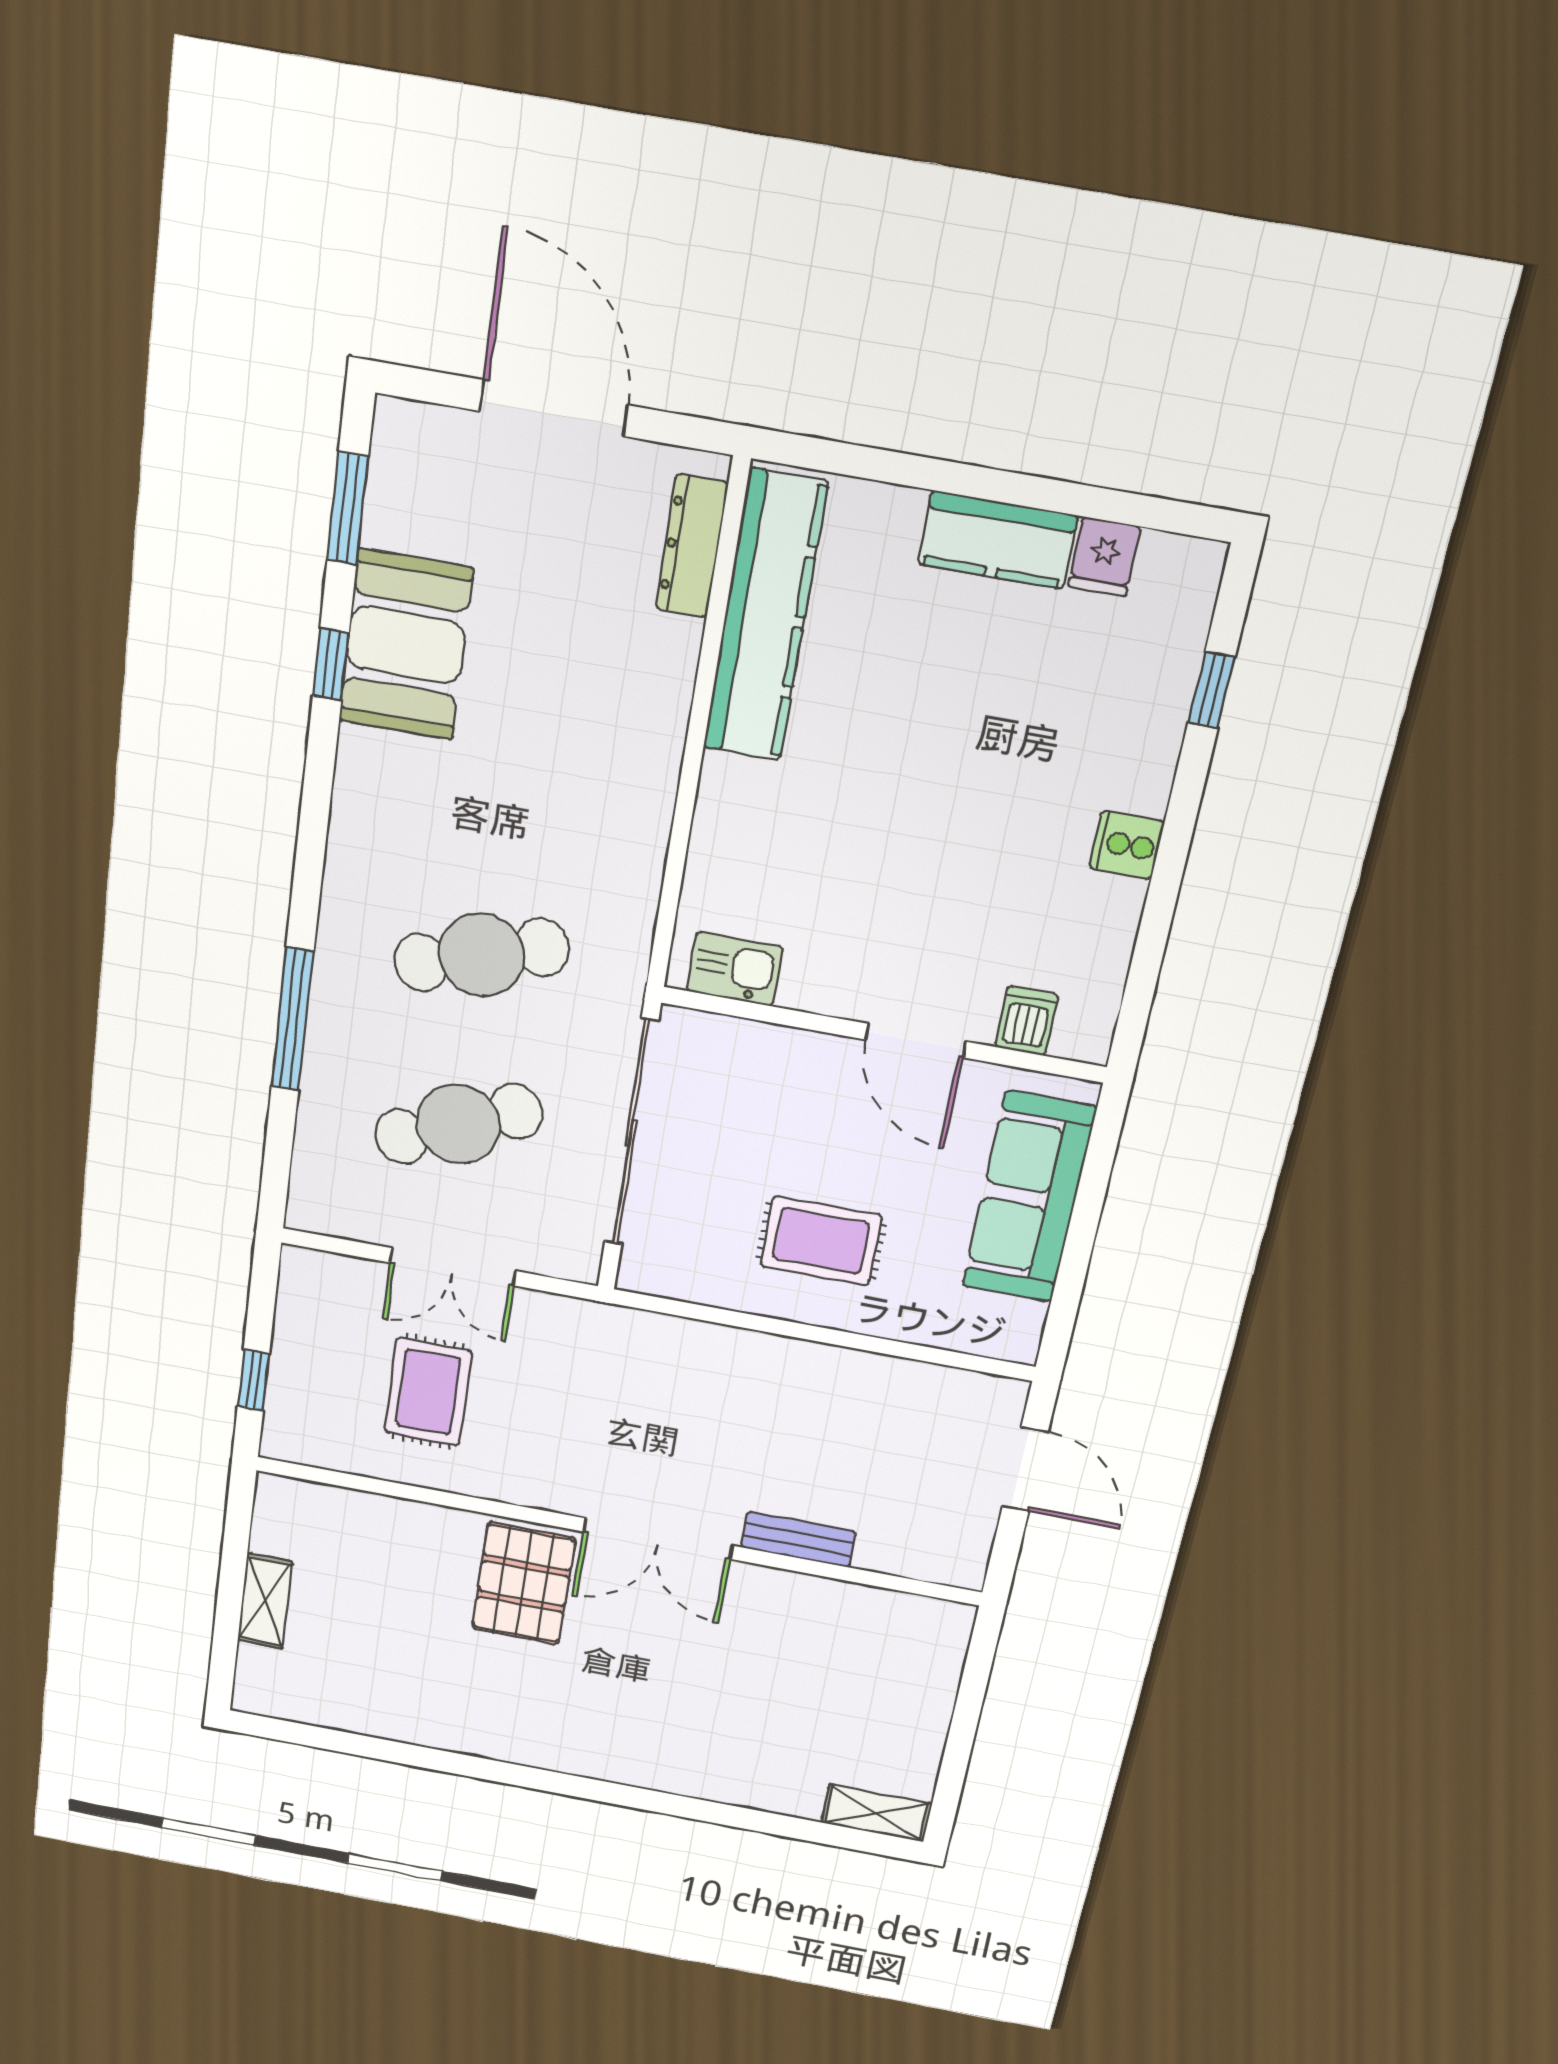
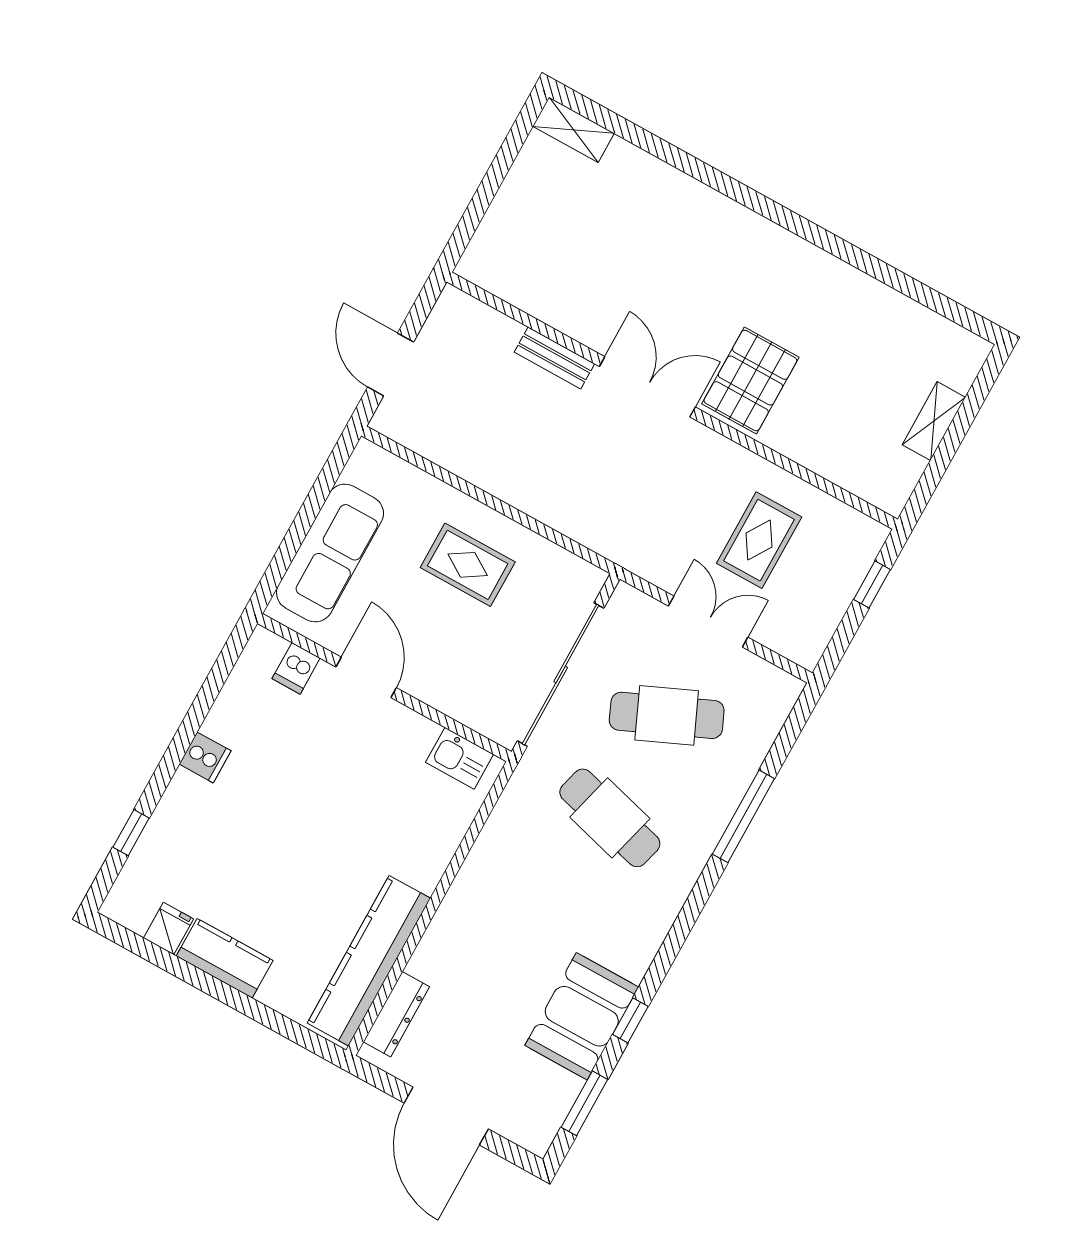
cafe table: (481, 955) -> (610, 818), turned 33

